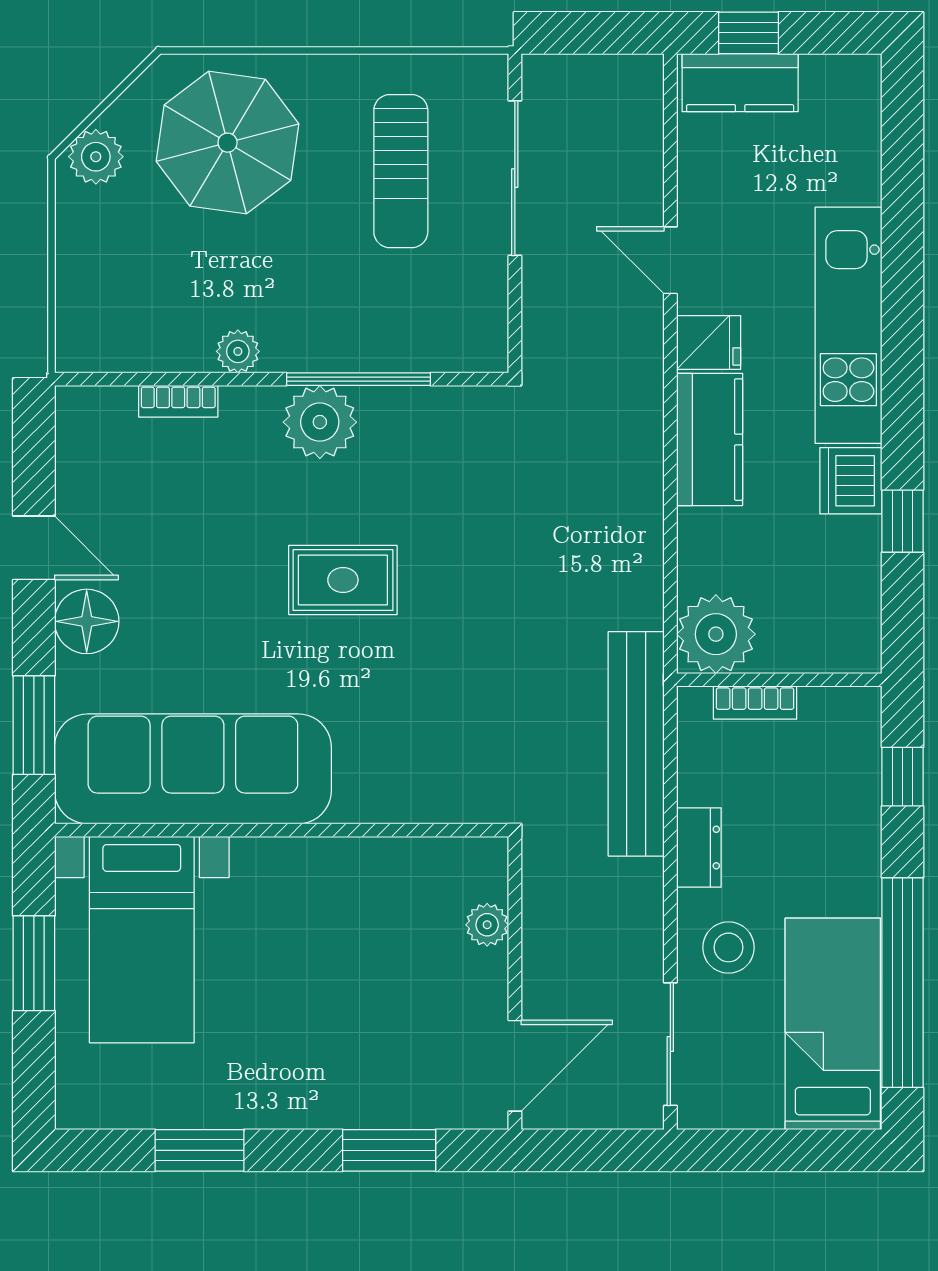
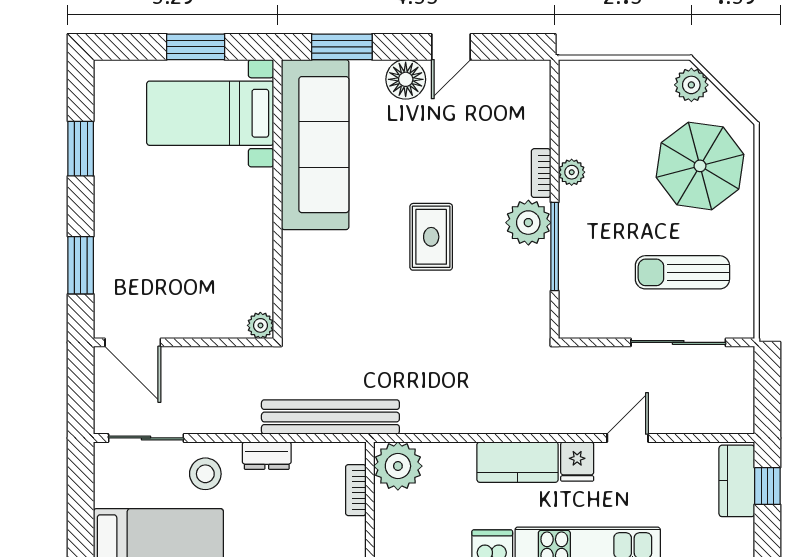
bookcase: (178, 401) -> (541, 173), moved
plant: (487, 925) -> (260, 325), moved

